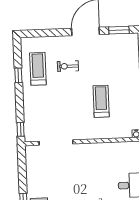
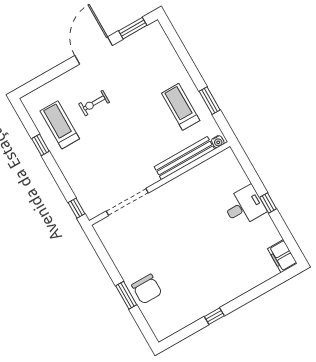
treadmill: (101, 101) -> (181, 107), moved
bench: (109, 133) -> (184, 158), added

